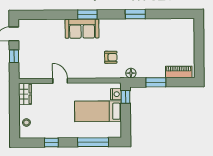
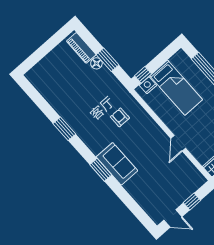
floor lamp: (131, 73) -> (96, 63), moved

